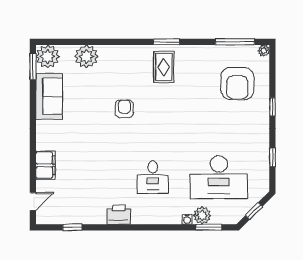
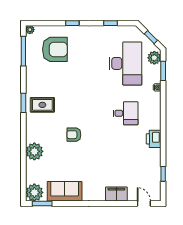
plant: (86, 56) -> (34, 151), moved
plant: (202, 215) -> (154, 58), moved

